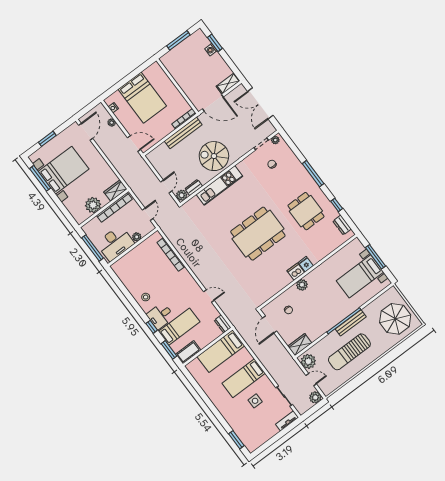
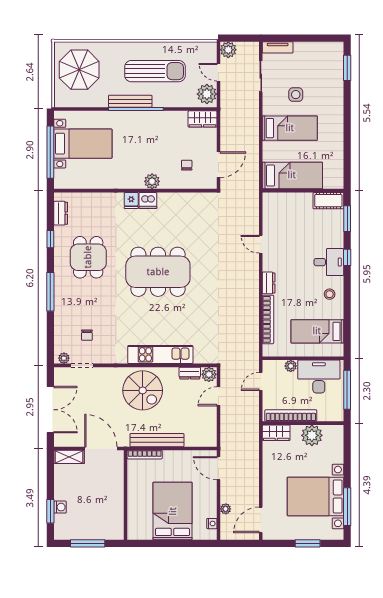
window: (375, 257) -> (50, 152), width x1.46
dresser: (223, 324) -> (269, 283), moved
bed: (179, 327) -> (317, 331), moved

